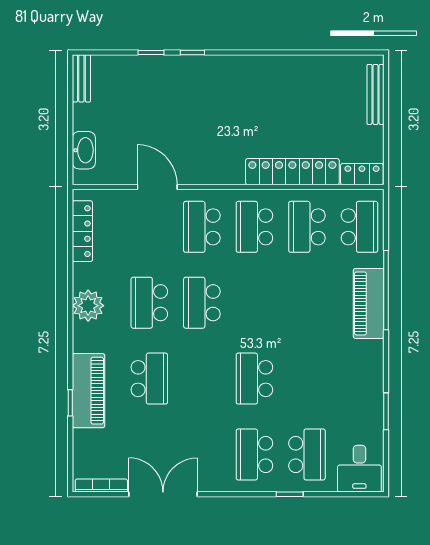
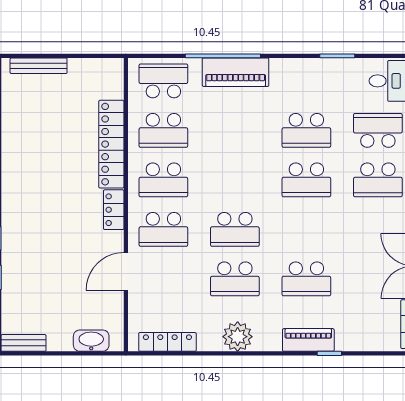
locker: (362, 174) -> (114, 210), moved
school desk: (149, 379) -> (306, 279), turned 180
school desk: (307, 379) -> (306, 130), added
piano: (88, 391) -> (308, 340), width x0.73, depth x0.75

